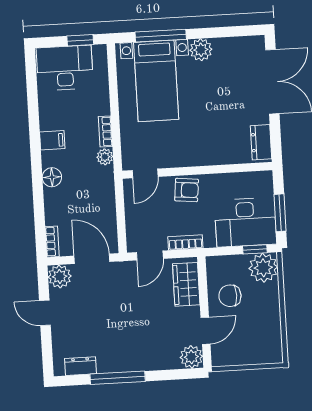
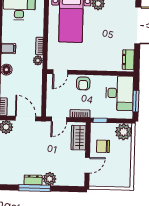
armchair: (187, 190) -> (83, 83), turned 84
desk: (245, 222) -> (119, 93), moved, turned -90
window: (255, 249) -> (100, 120), moved
plant: (191, 357) -> (50, 179), moved
dresser: (80, 366) -> (33, 180), moved

